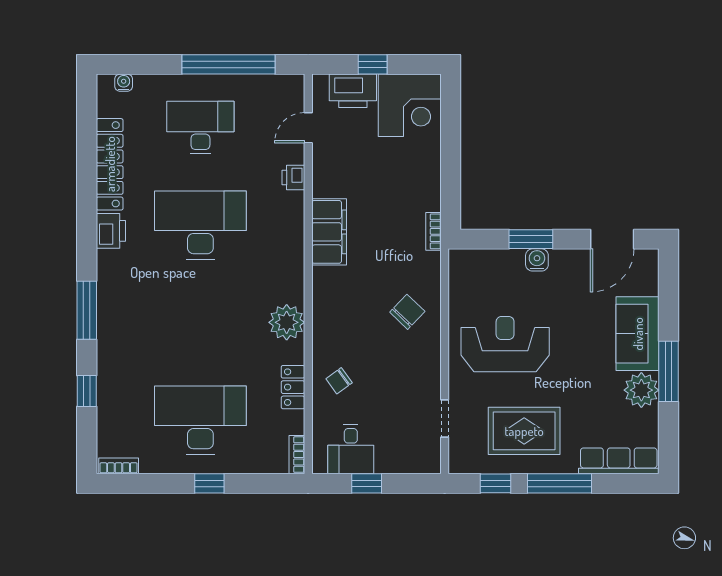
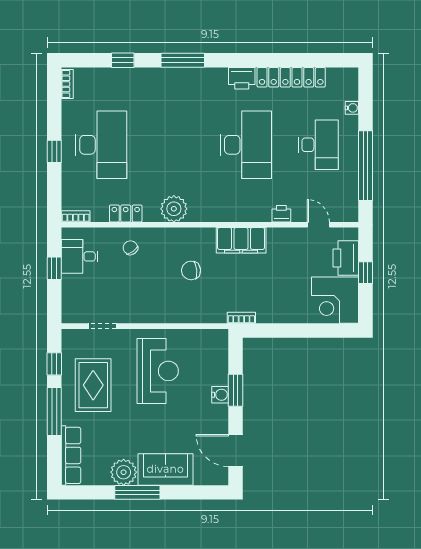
water cooler: (124, 83) -> (352, 108), moved
chair: (407, 312) -> (191, 270), moved, turned 130

